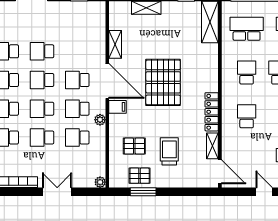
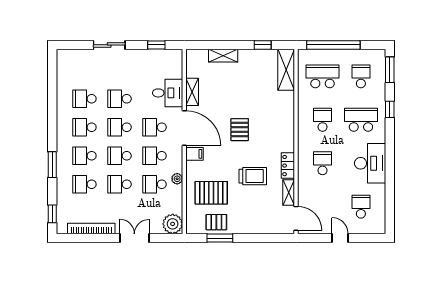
desk: (90, 45) -> (168, 93), added
pallet: (163, 82) -> (240, 130), width x0.49, depth x0.50
locker: (212, 112) -> (288, 166), width x0.66
plant: (100, 120) -> (177, 179), moved
pallet: (134, 146) -> (211, 193), width x1.50, depth x1.42
trolley: (169, 151) -> (253, 176), moved, turned 90
plant: (100, 182) -> (173, 224), width x1.88, depth x1.88

